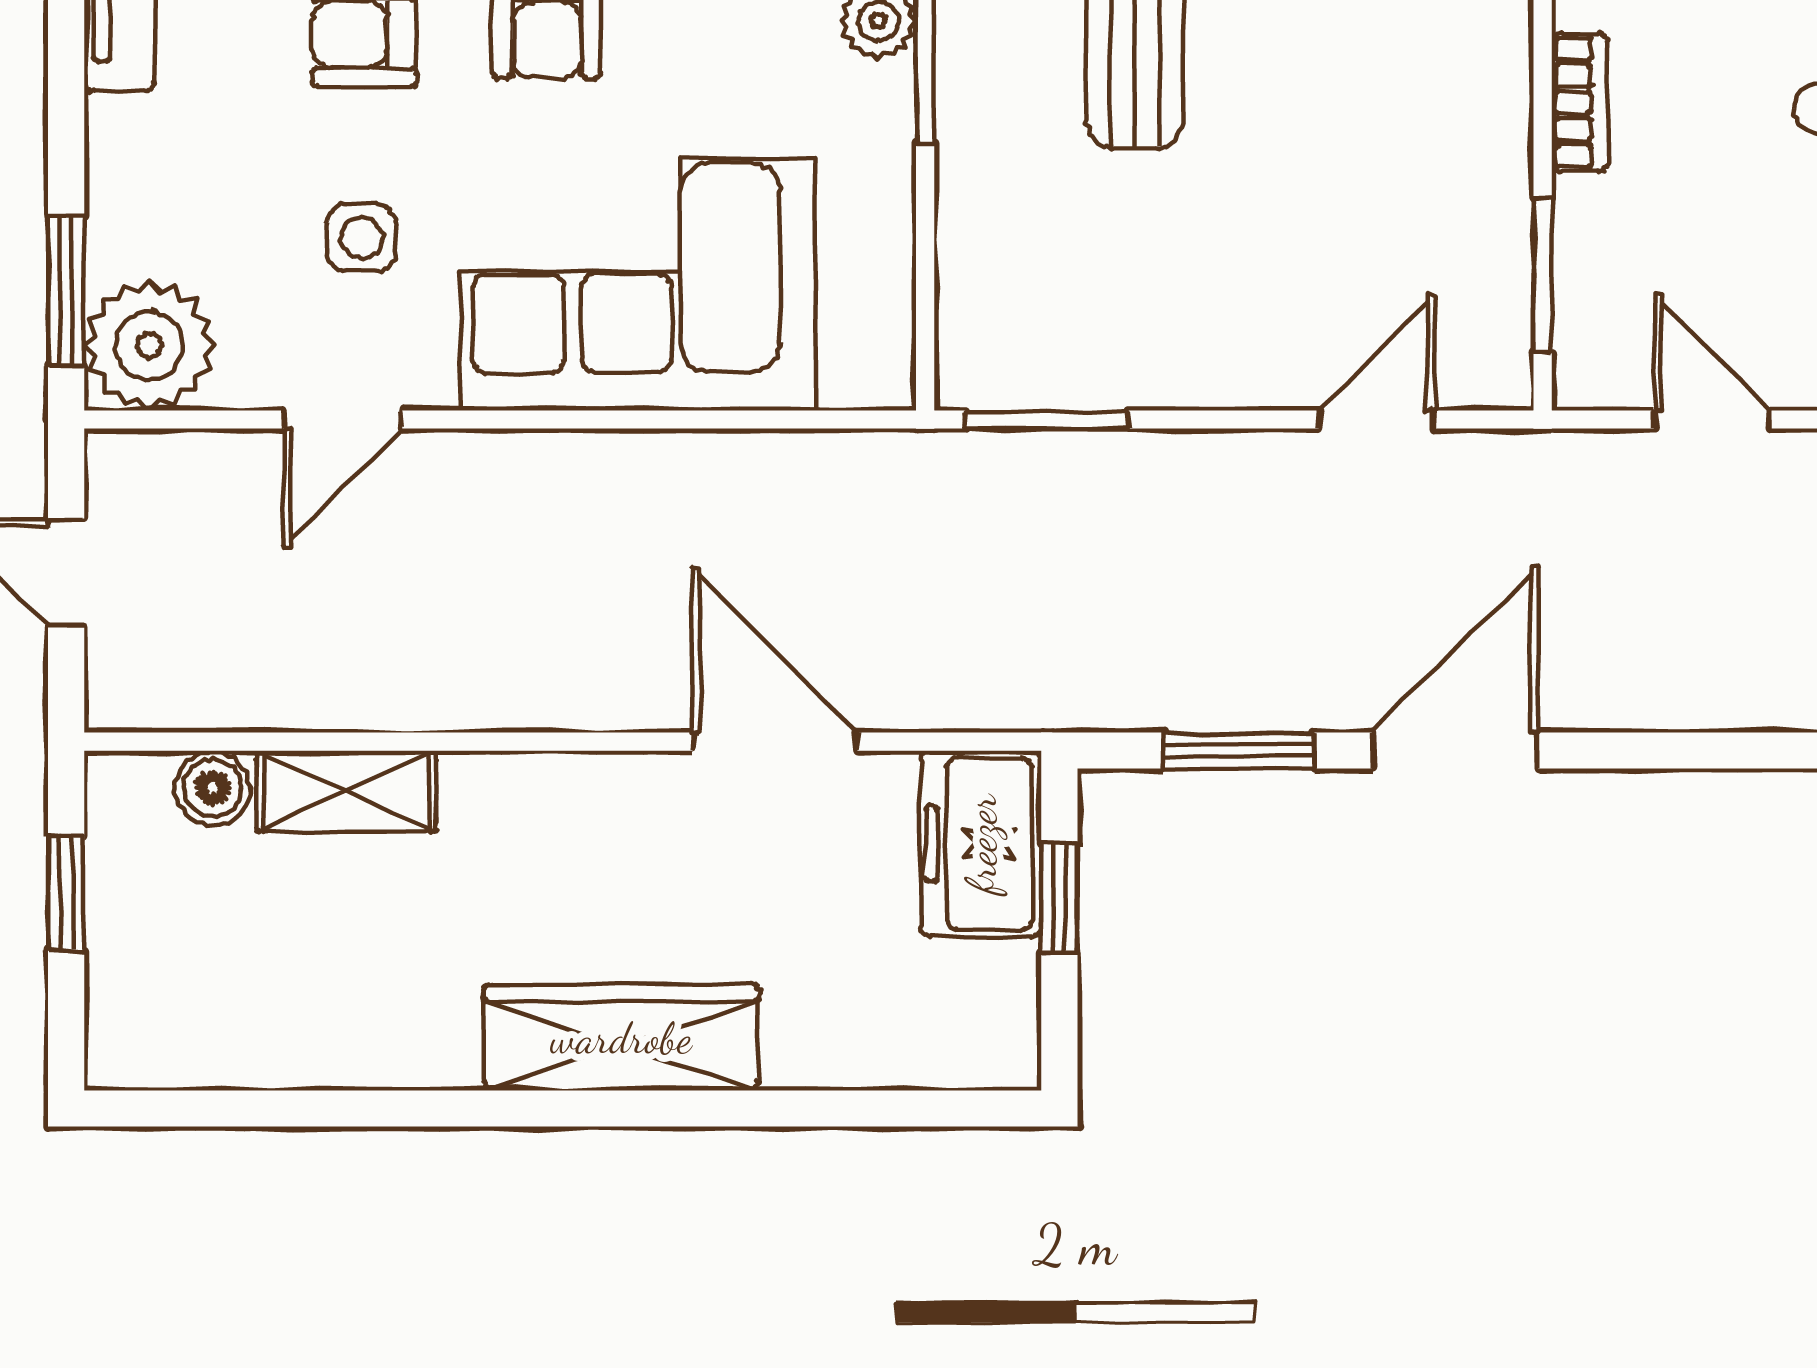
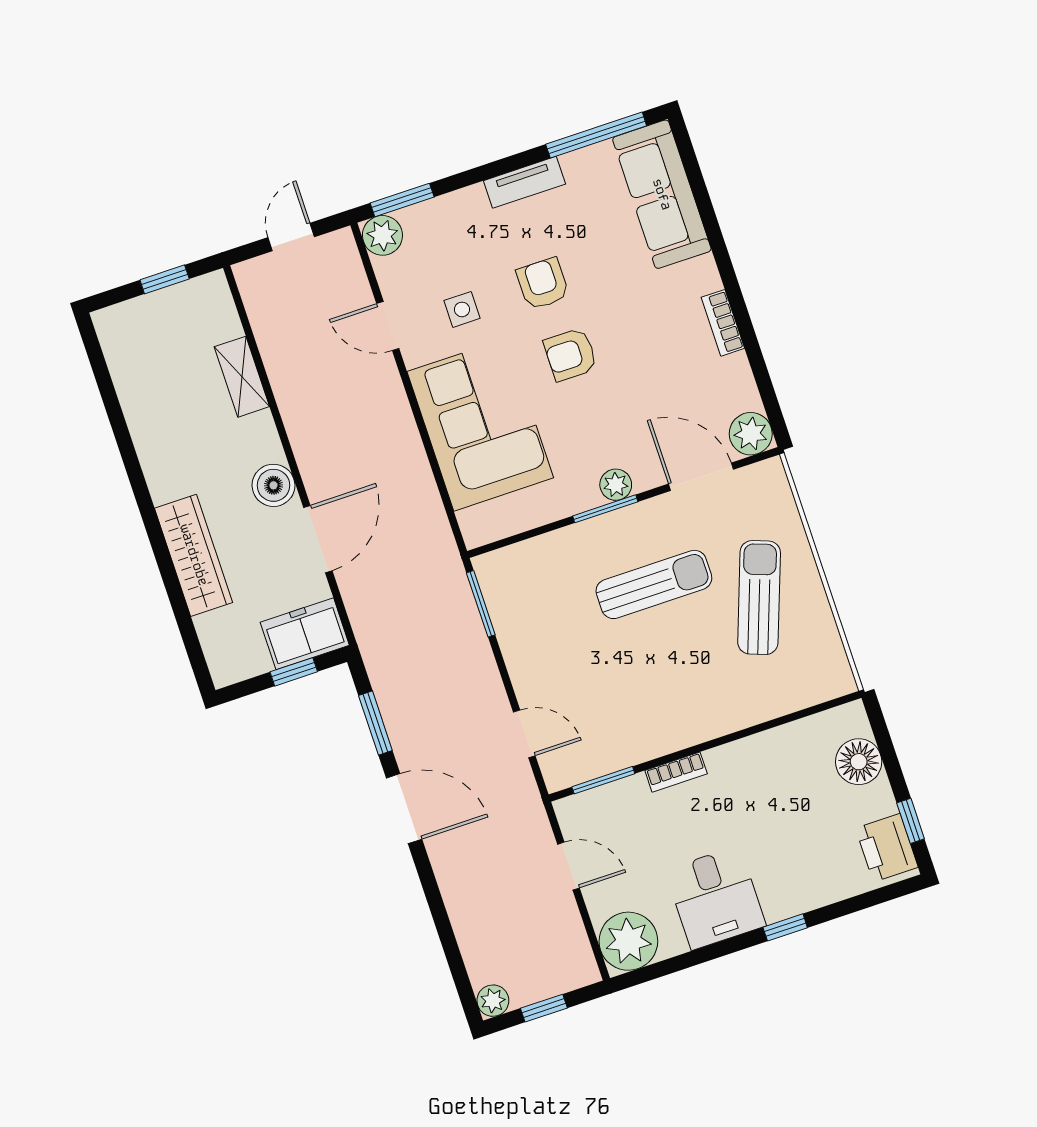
plant: (149, 345) -> (382, 235), width x0.73, depth x0.73
door: (1712, 420) -> (569, 866), hinge flipped
boiler: (213, 788) -> (273, 485), moved, width x1.36, depth x1.36
wardrobe: (621, 1038) -> (194, 555), moved

